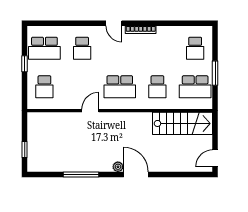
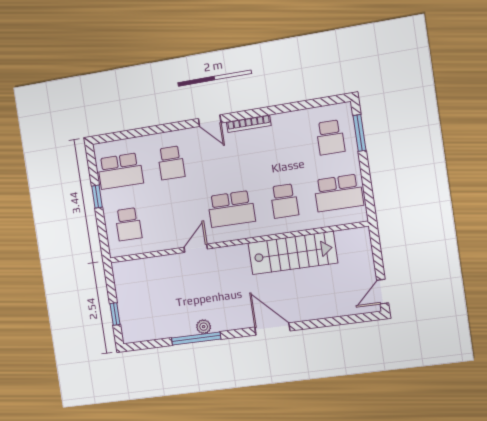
window: (215, 73) -> (360, 133), moved
stairs: (183, 123) -> (293, 253), moved
plant: (118, 167) -> (204, 327), moved

